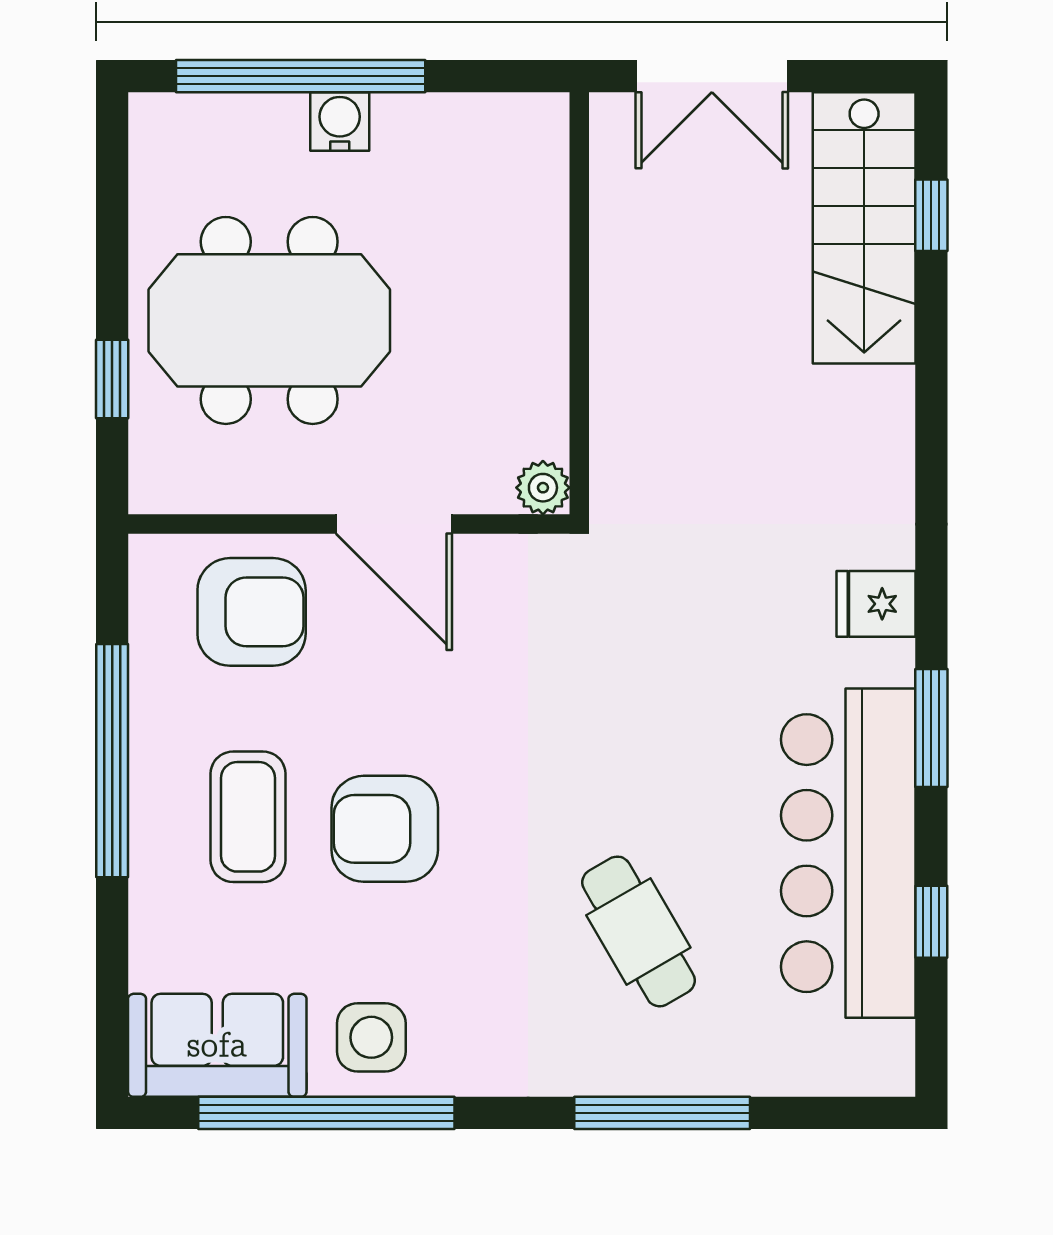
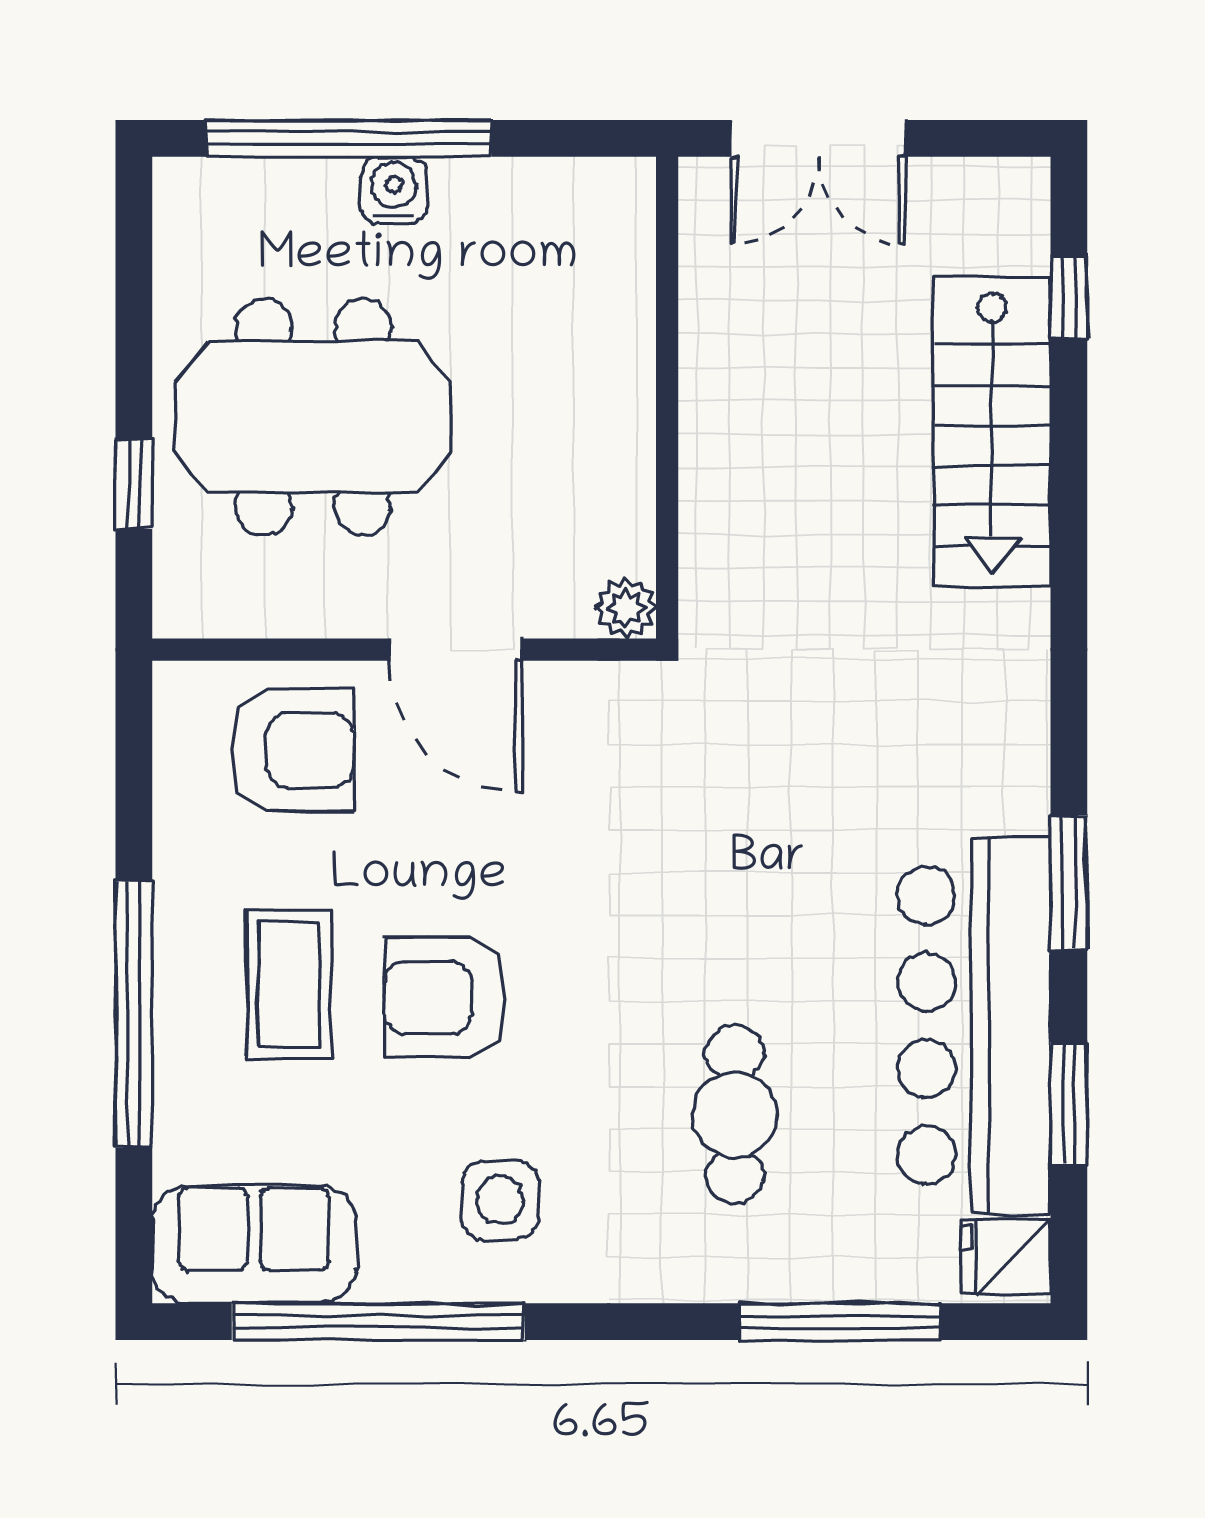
stairs: (864, 228) -> (992, 431), moved
fridge: (876, 604) -> (1006, 1257), moved
window: (112, 761) -> (134, 1014), moved
window: (931, 922) -> (1069, 1104), width x1.50
cafe table: (638, 931) -> (735, 1115), turned 30
side table: (371, 1037) -> (500, 1200), moved
window: (662, 1113) -> (840, 1322), moved

